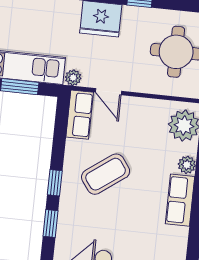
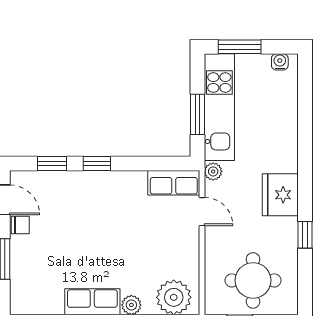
door: (108, 92) -> (202, 212), swing flipped
coffee table: (106, 174) -> (112, 218), removed

